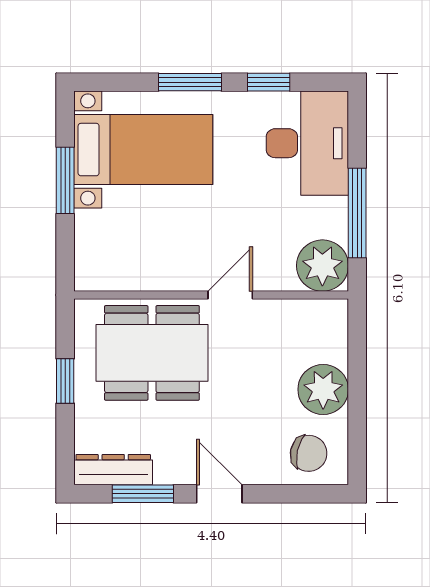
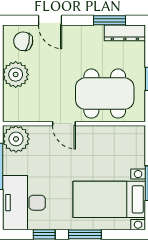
door: (230, 295) -> (64, 124), hinge flipped
door: (219, 494) -> (50, 20), moved

